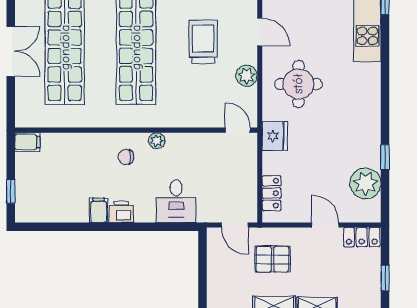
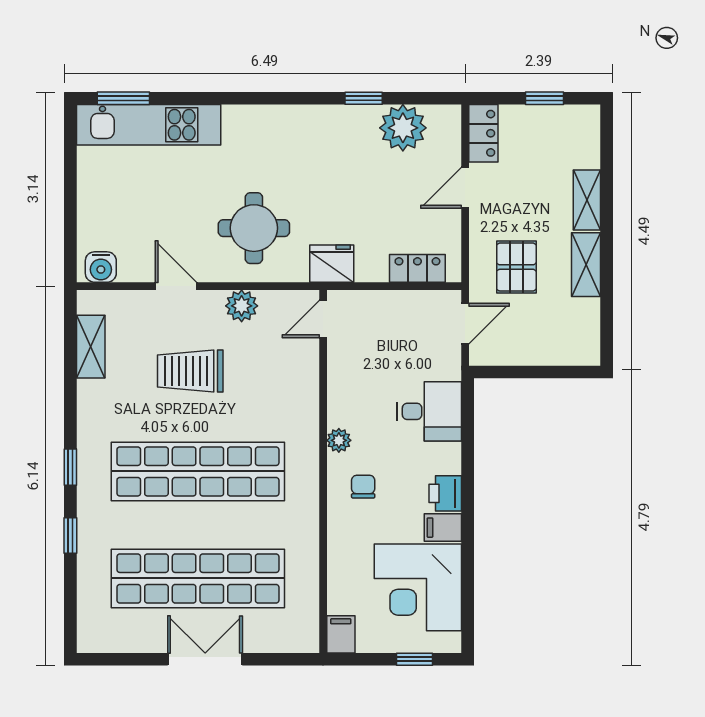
door: (260, 32) -> (176, 286), hinge flipped
chair: (126, 157) -> (363, 487), turned 180
corner desk: (59, 193) -> (418, 587), added

